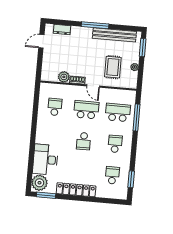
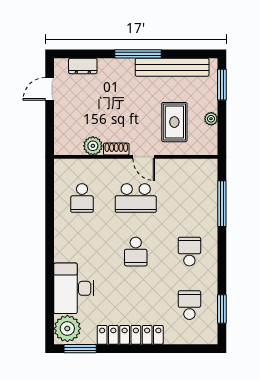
school desk: (55, 107) -> (82, 198), turned 180
school desk: (86, 110) -> (136, 198), turned 180
school desk: (118, 112) -> (189, 198), removed

